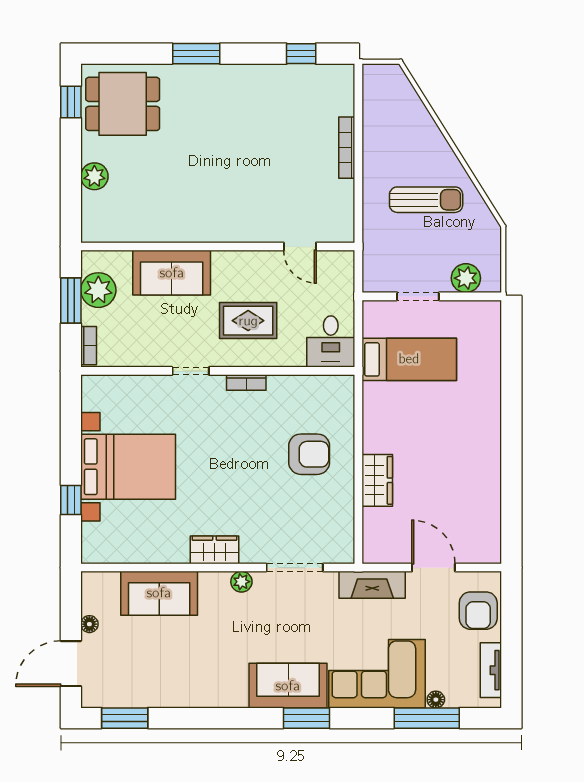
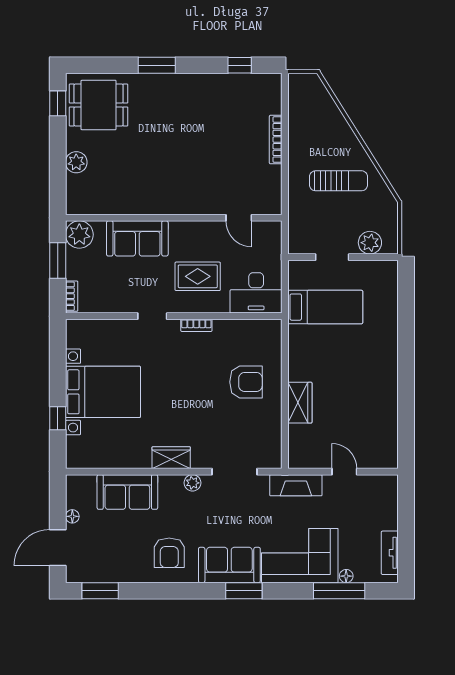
plant: (98, 290) -> (79, 235), moved
desk: (331, 341) -> (256, 293), width x1.37
door: (433, 568) -> (344, 472), width x0.73
armchair: (478, 611) -> (169, 553), moved

